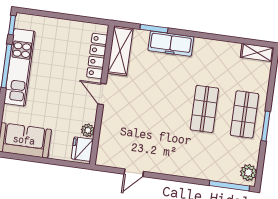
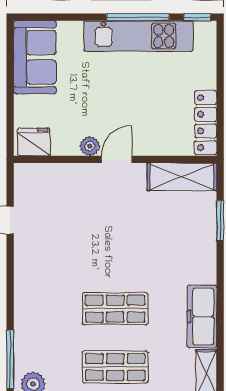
freezer: (171, 44) -> (202, 316), moved
locker: (97, 56) -> (206, 123), moved, turned -90
plant: (88, 130) -> (90, 146), moved

